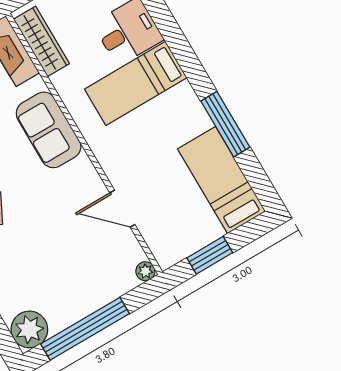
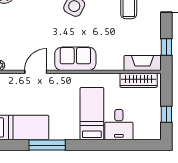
sofa: (49, 130) -> (75, 59), moved

